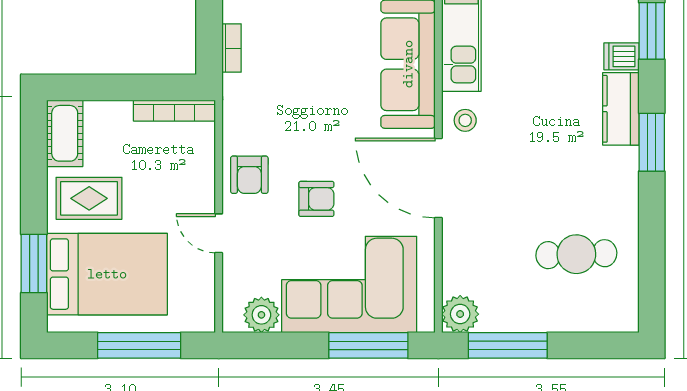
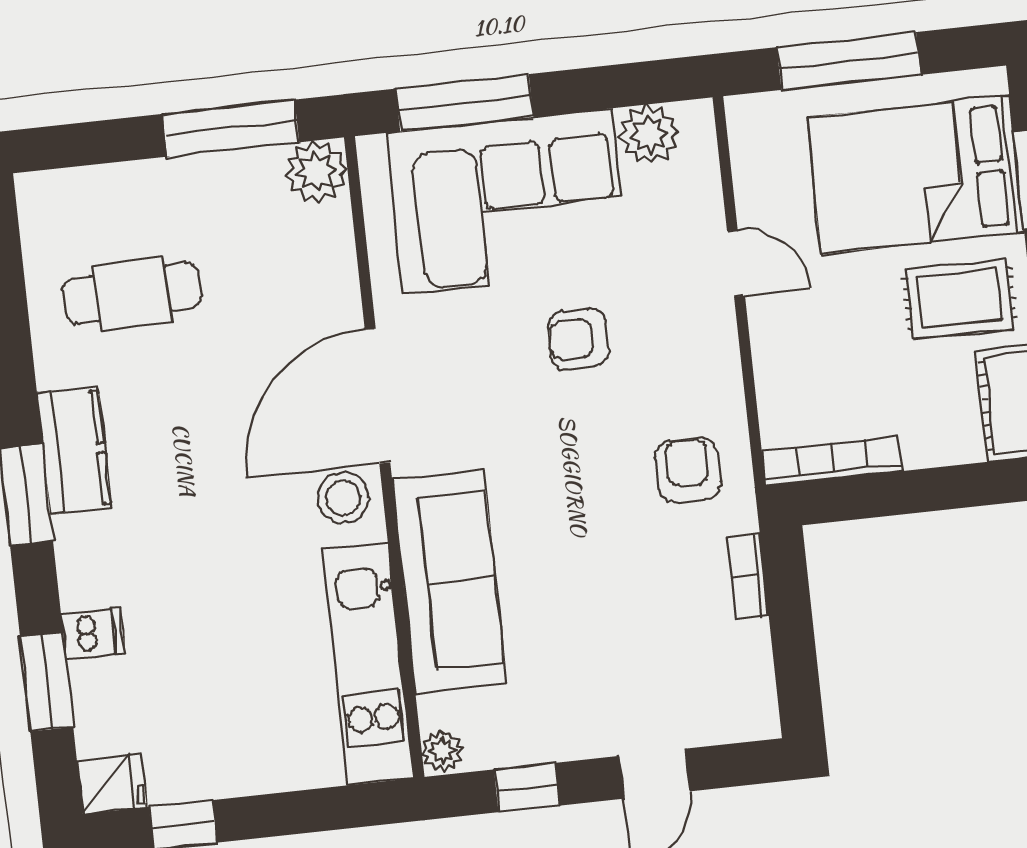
kitchen counter: (621, 109) -> (74, 450), moved
stool: (465, 120) -> (343, 498), width x1.37, depth x1.37
armchair: (249, 175) -> (688, 470), moved
door: (438, 178) -> (378, 396), swing flipped

